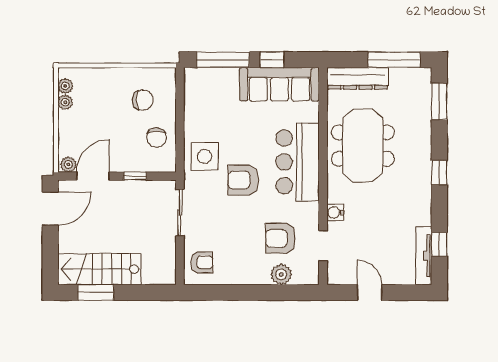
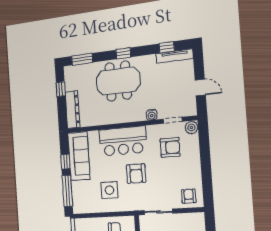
window: (394, 60) -> (61, 89), width x0.46
meeting table: (363, 146) -> (118, 81), moved
side table: (204, 156) -> (109, 190), moved
armchair: (281, 238) -> (170, 147), turned -90
plant: (281, 274) -> (191, 128), moved
door: (370, 292) -> (200, 88), swing flipped

